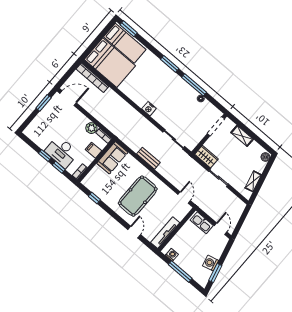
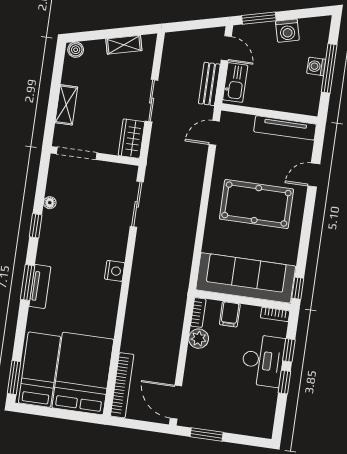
tv unit: (164, 69) -> (40, 287), added
window: (194, 85) -> (36, 226), width x0.46
sofa: (112, 158) -> (246, 278), width x1.85, depth x1.27
bench: (148, 158) -> (209, 84), moved
window: (94, 198) -> (298, 288), moved
door: (221, 229) -> (226, 48), swing flipped
washing machine: (172, 255) -> (316, 66), moved
window: (215, 273) -> (259, 18), moved

